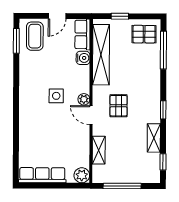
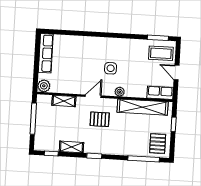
water cooler: (83, 58) -> (141, 92), removed
plant: (84, 99) -> (120, 92), moved

